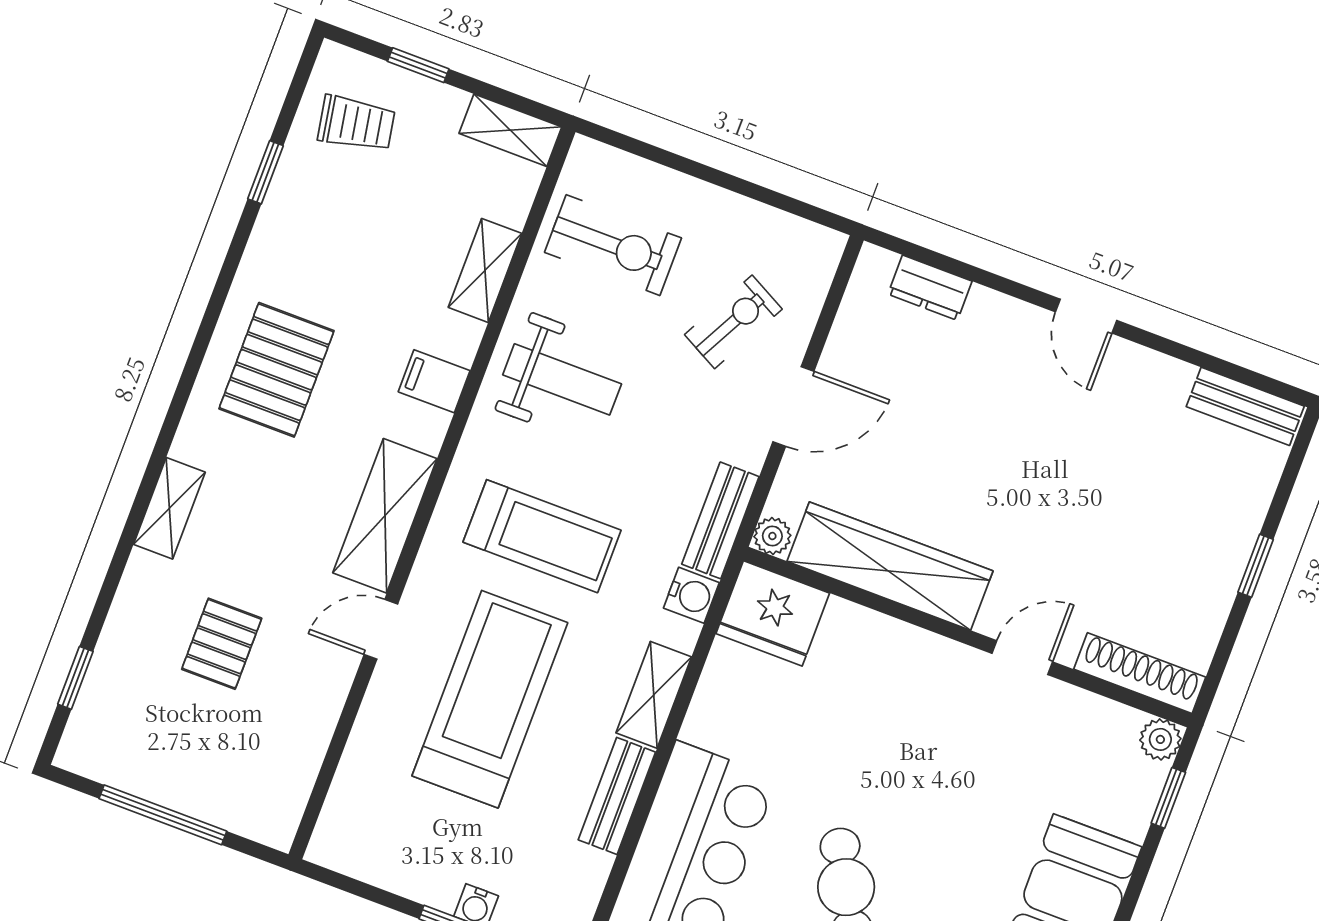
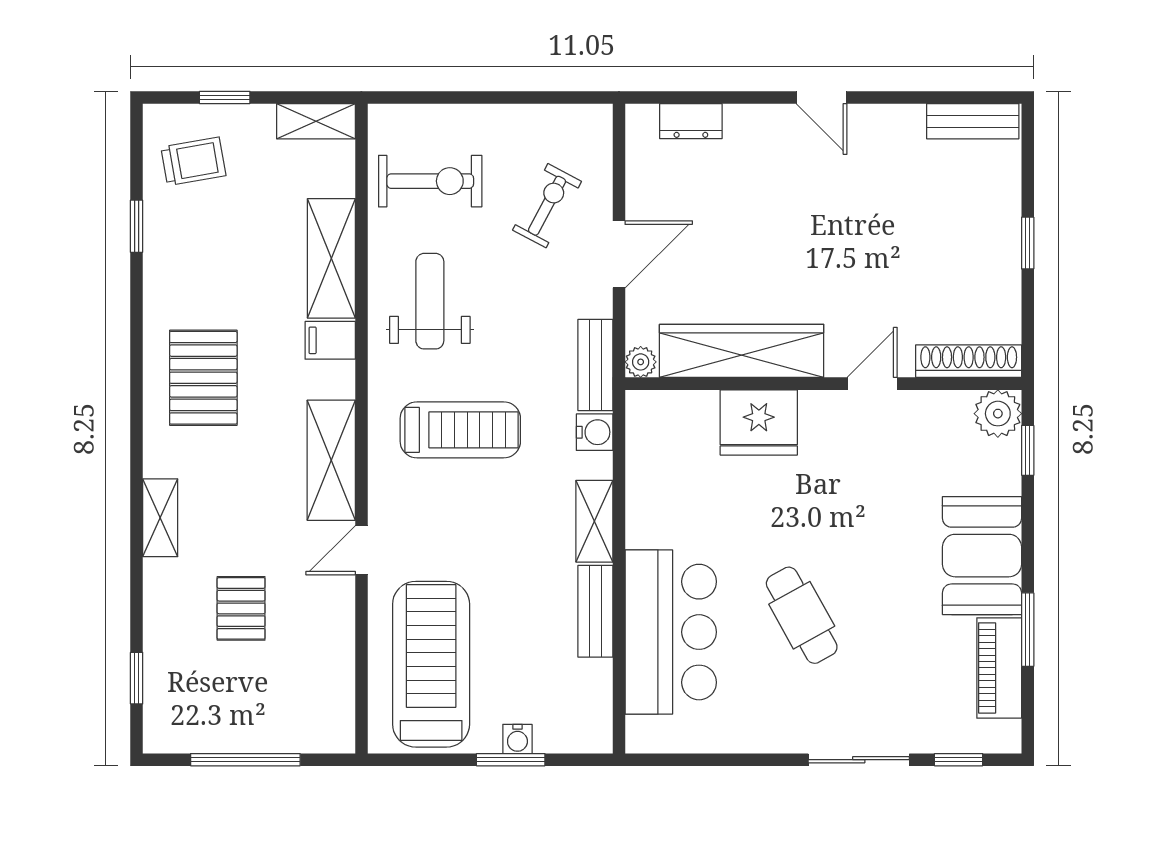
shelving: (485, 270) -> (331, 258), width x1.50, depth x1.33
weight bench: (562, 379) -> (430, 301), turned -90
fridge: (773, 613) -> (759, 422), moved
treadmill: (490, 699) -> (431, 664), moved
plant: (1160, 739) -> (998, 414), width x1.38, depth x1.38

